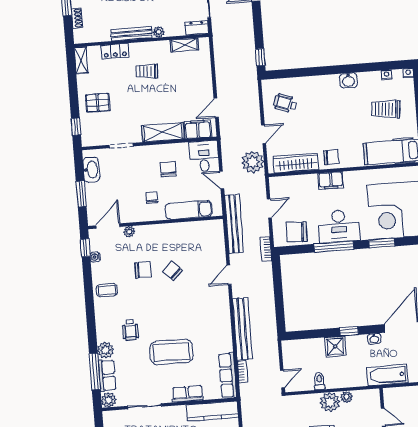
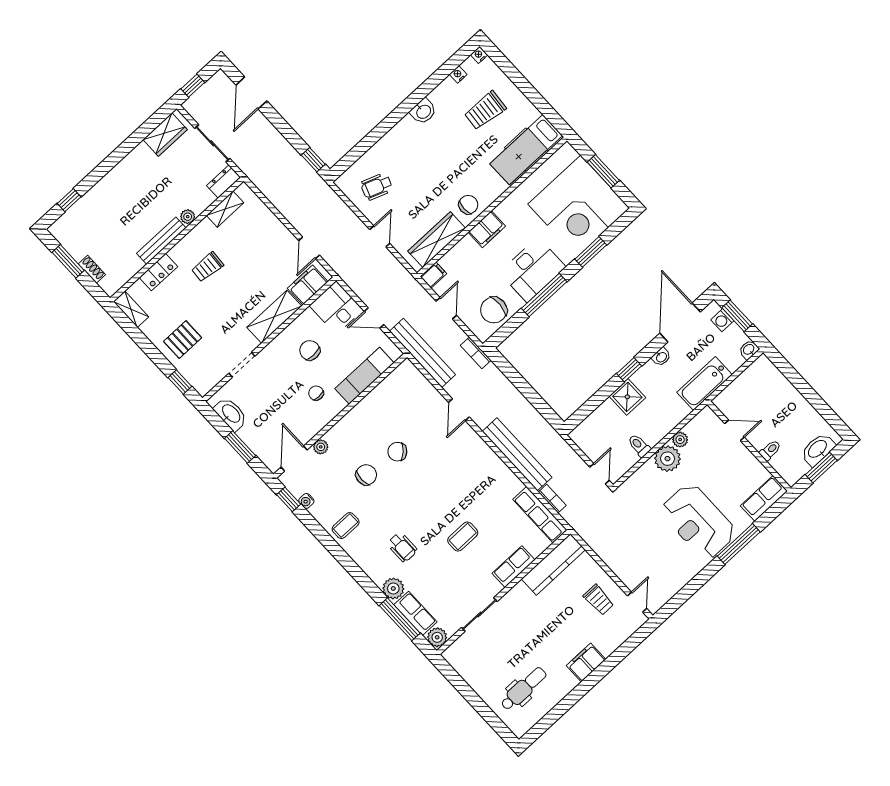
plant: (253, 162) -> (391, 274), removed
filing cabinet: (277, 183) -> (433, 275), added
coffee table: (171, 352) -> (463, 537), width x0.54, depth x0.58

